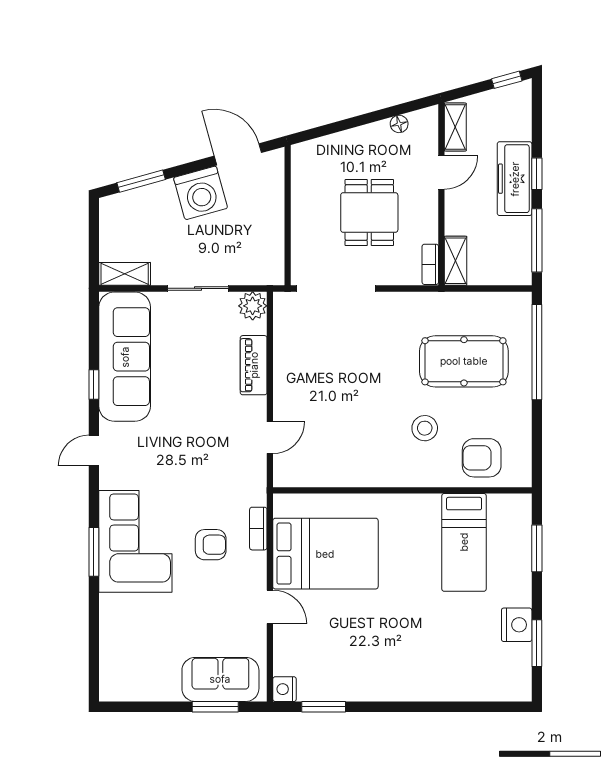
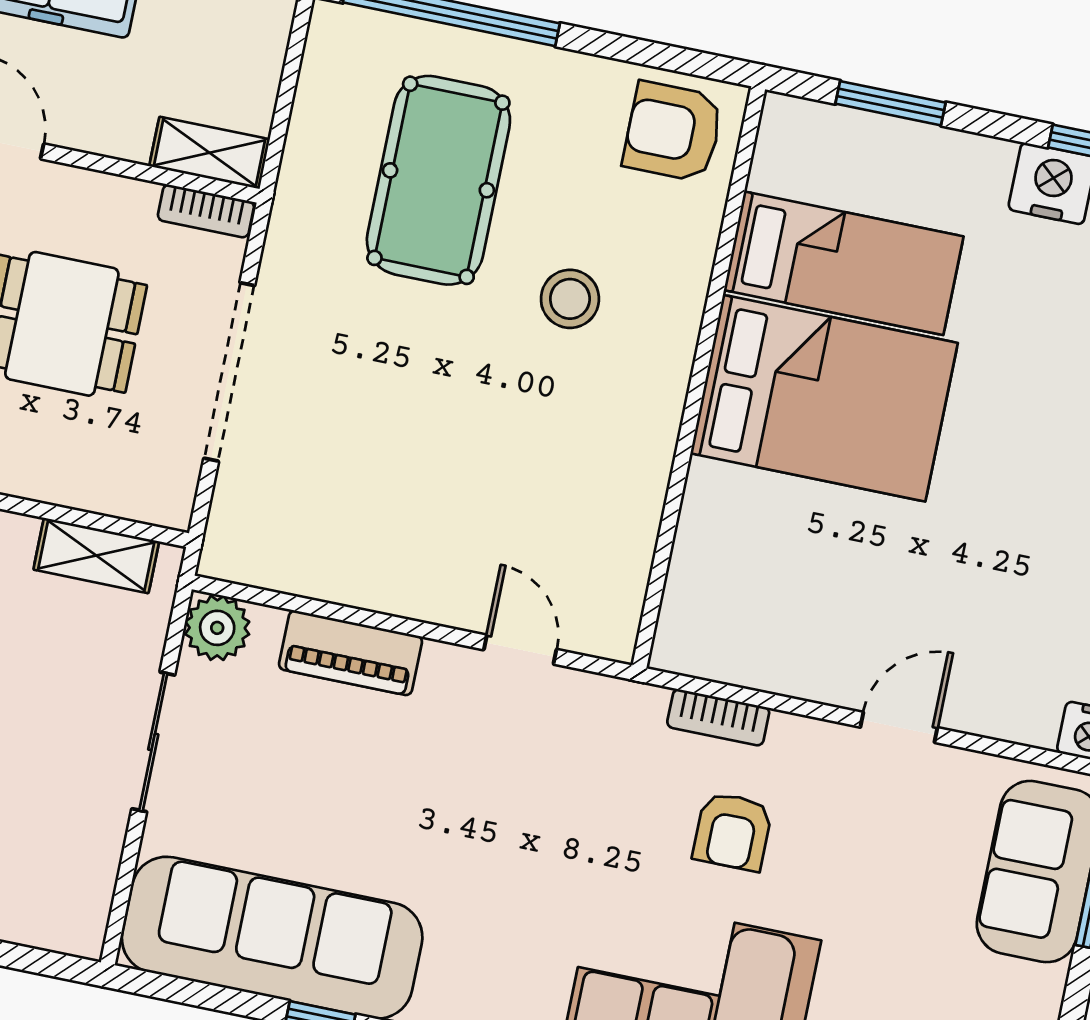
shelving: (125, 274) -> (96, 556), moved, turned 90
doorway: (336, 288) -> (229, 372), moved
armchair: (482, 458) -> (673, 132), moved, turned 90
armchair: (211, 545) -> (733, 831), turned 180
bed: (325, 554) -> (824, 398), moved, turned 90

